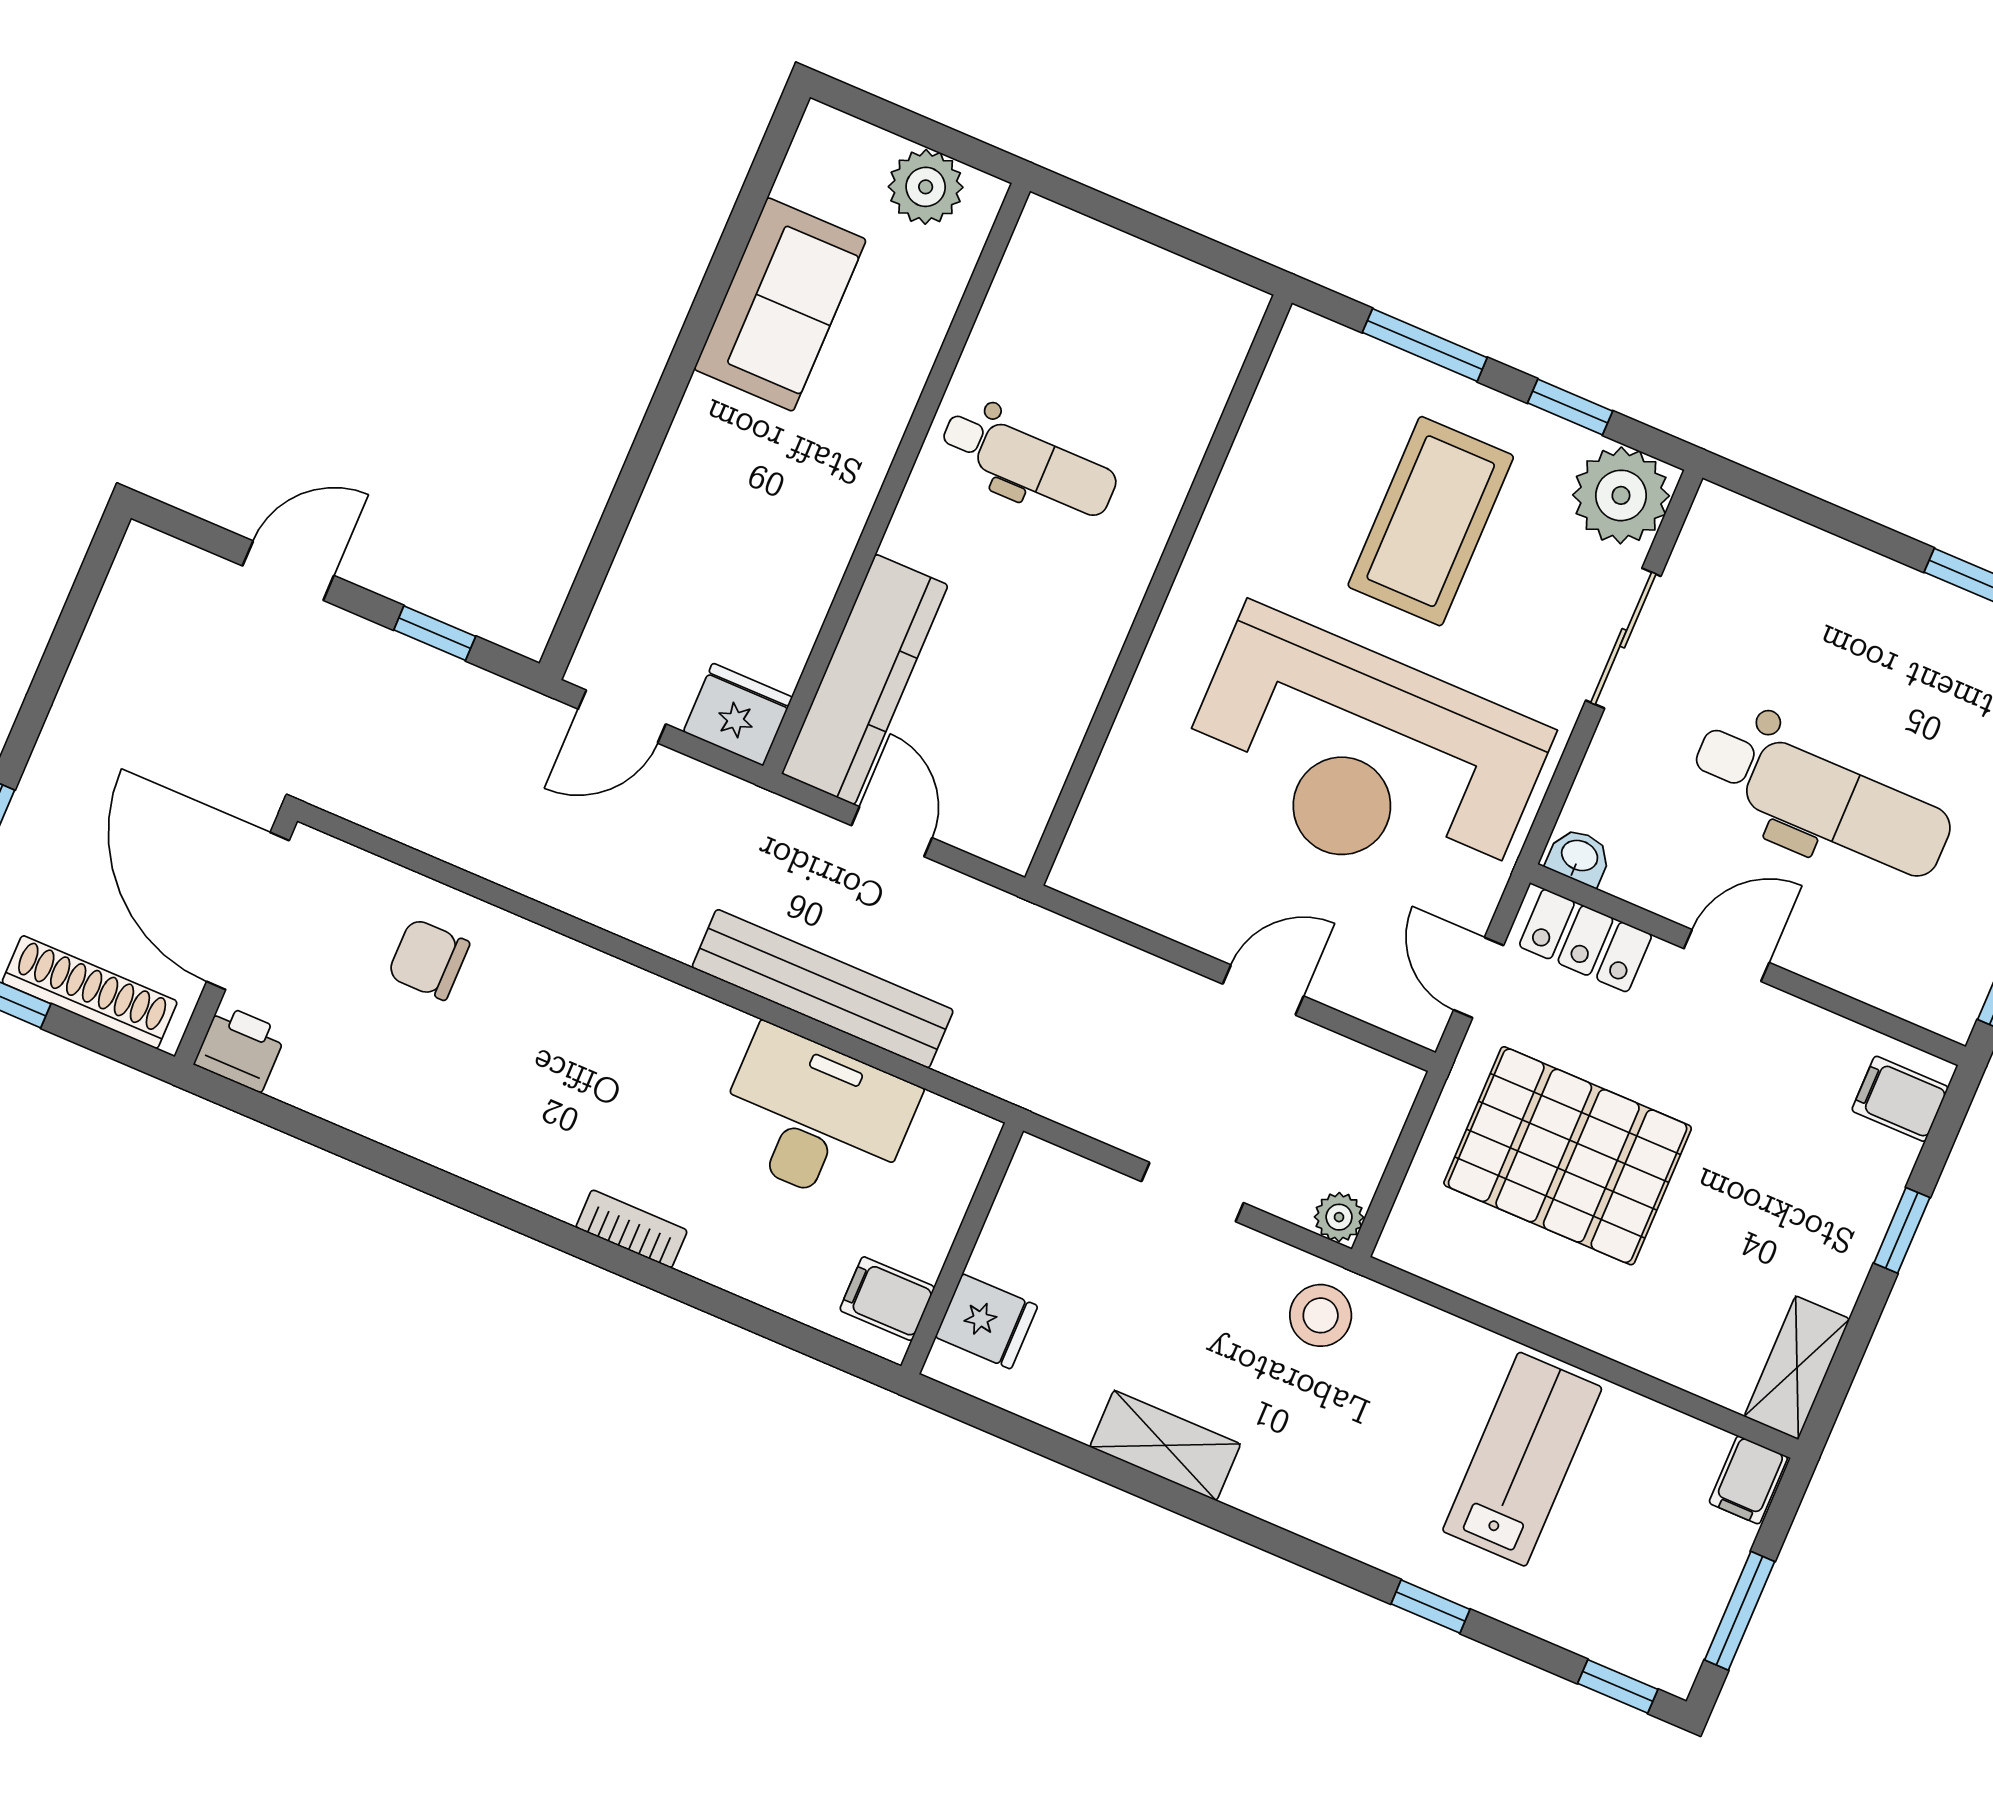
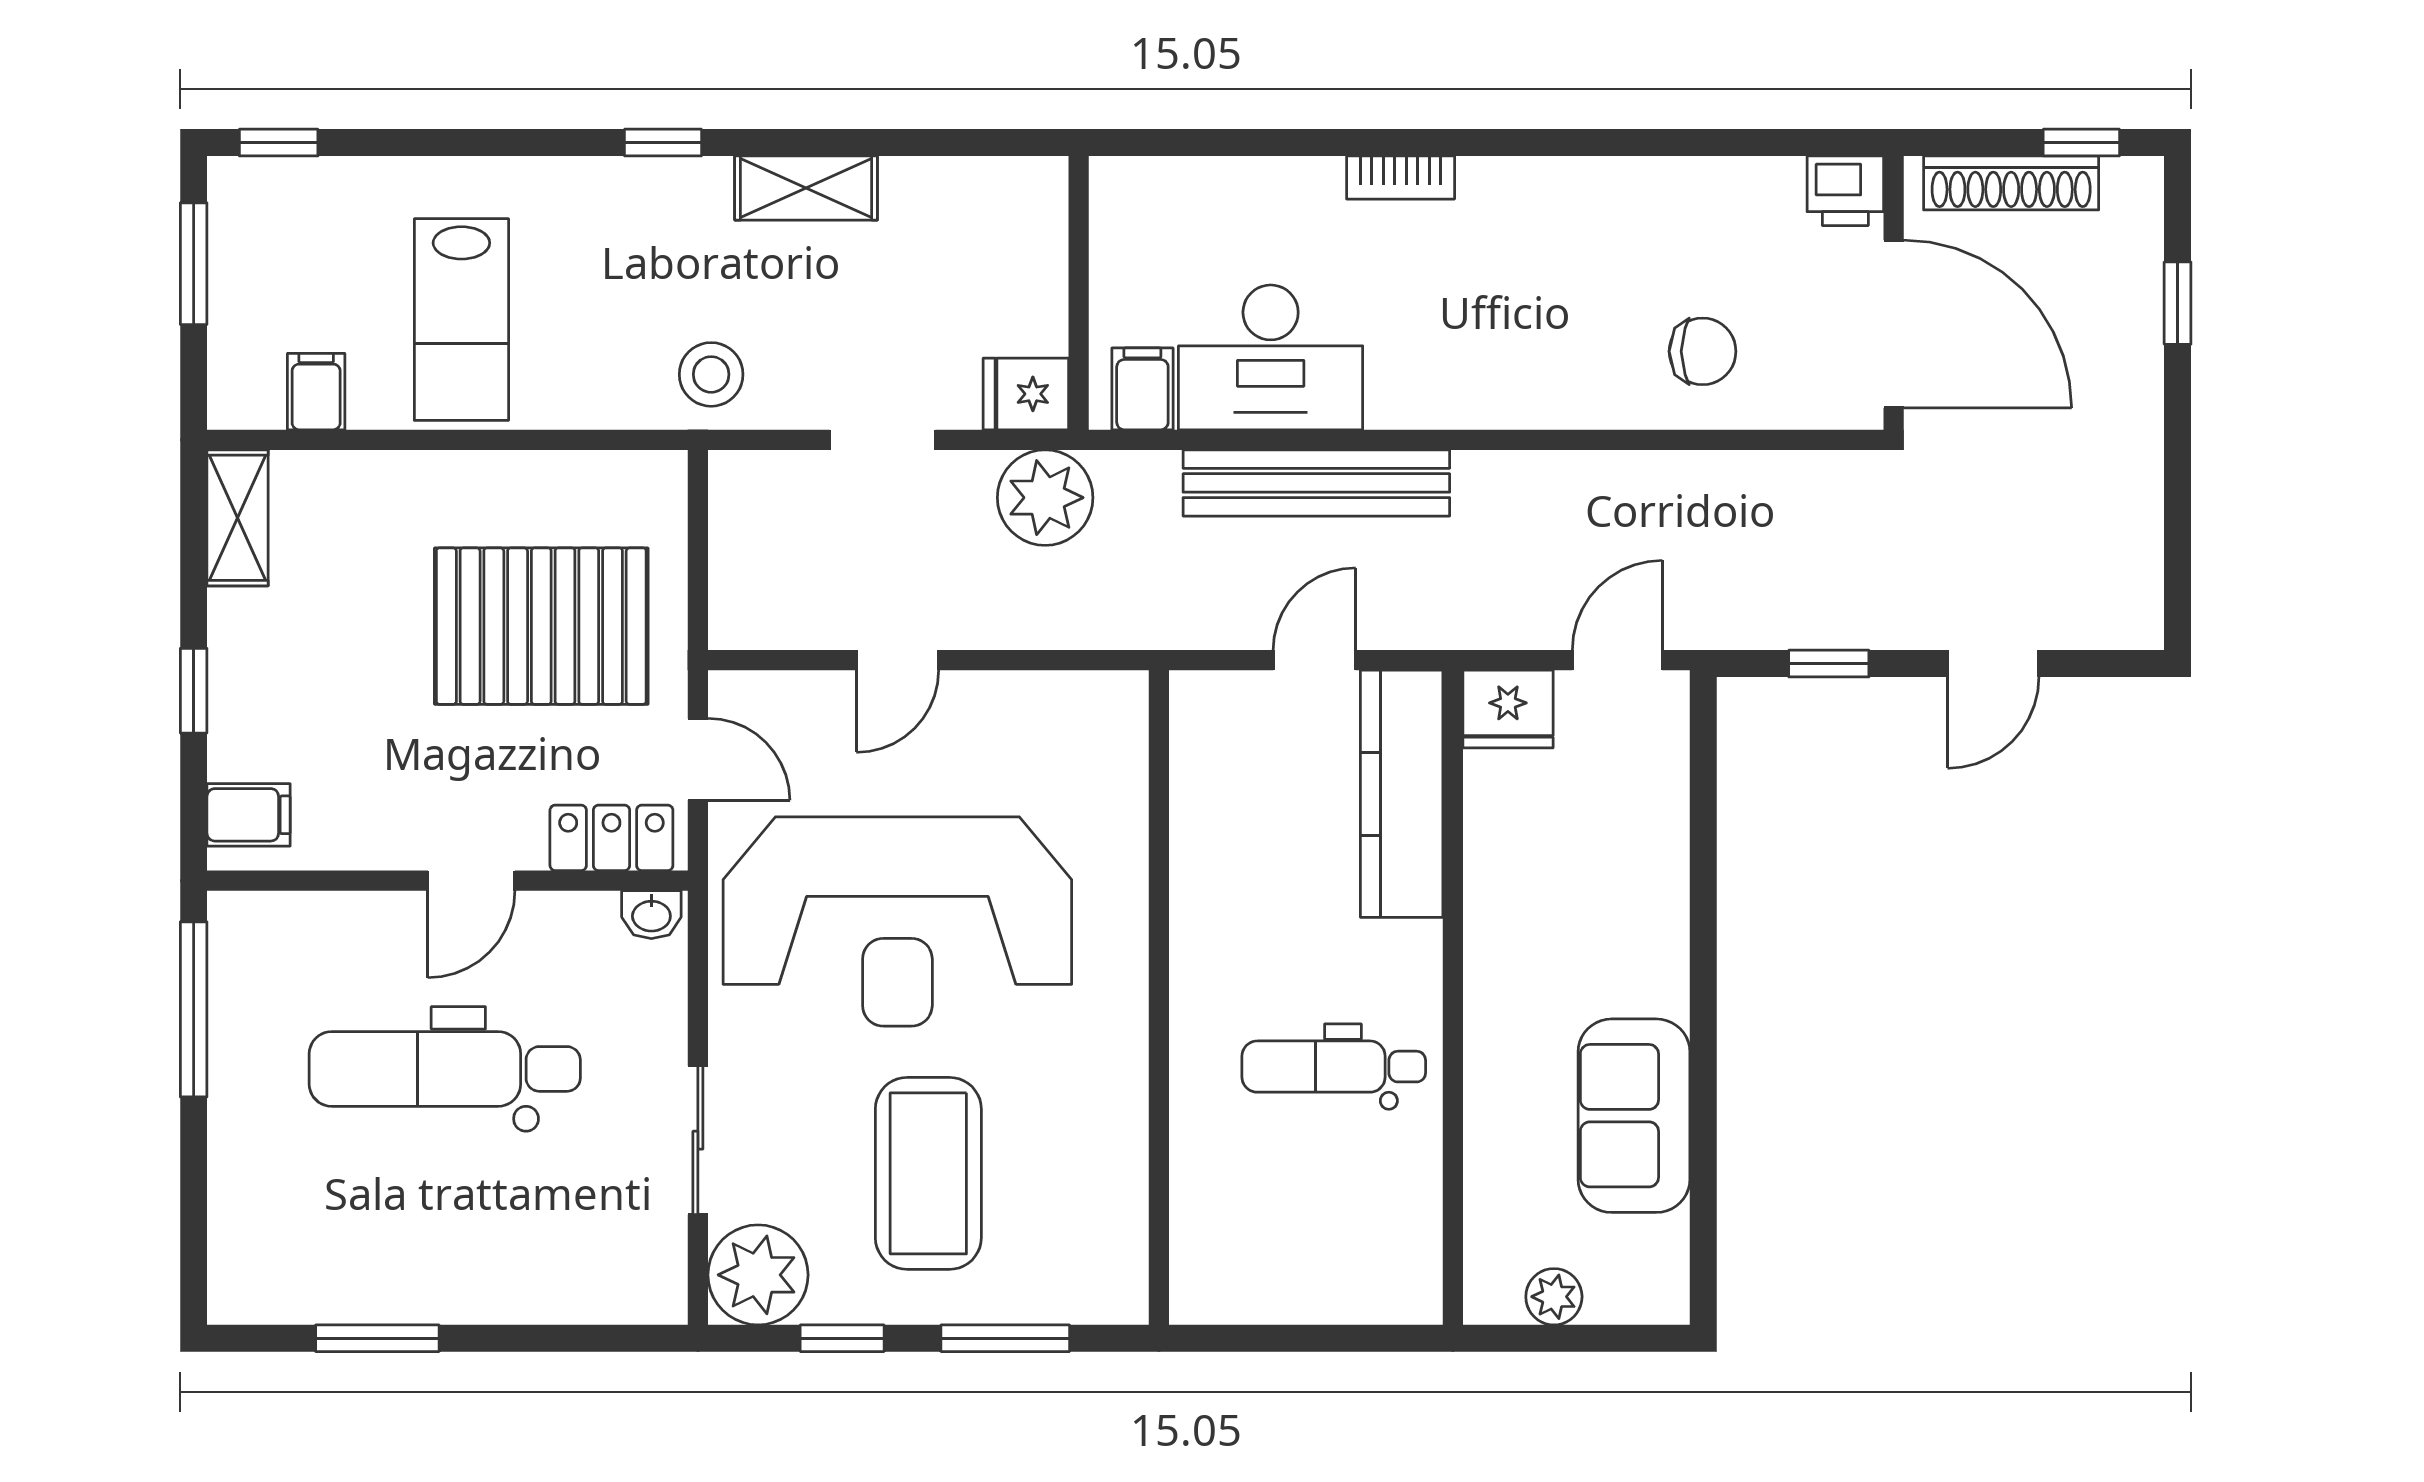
plant: (926, 187) -> (1554, 1297), width x0.73, depth x0.73
reception desk: (1363, 757) -> (897, 922), turned 180
door: (892, 832) -> (1314, 660), swing flipped
plant: (1339, 1217) -> (1045, 498), moved, width x1.88, depth x1.88
filing cabinet: (887, 1299) -> (1142, 389), moved, turned -90
fridge: (987, 1321) -> (1026, 394), moved
filing cabinet: (1748, 1480) -> (316, 392), moved
window: (1431, 1607) -> (663, 143), moved

